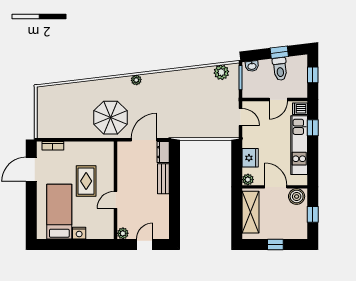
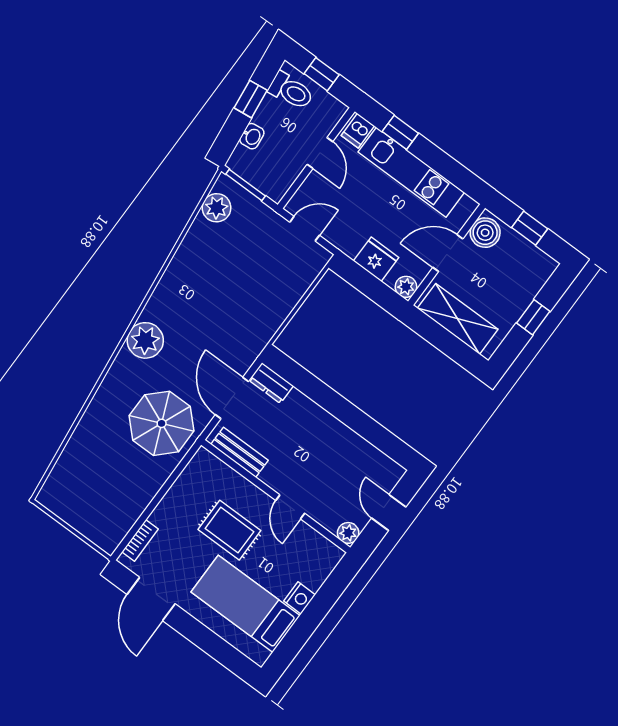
washbasin: (252, 66) -> (252, 136), moved
toilet: (280, 69) -> (291, 91), moved
plant: (136, 80) -> (145, 340), width x1.88, depth x1.88
bench: (163, 179) -> (239, 452), moved

